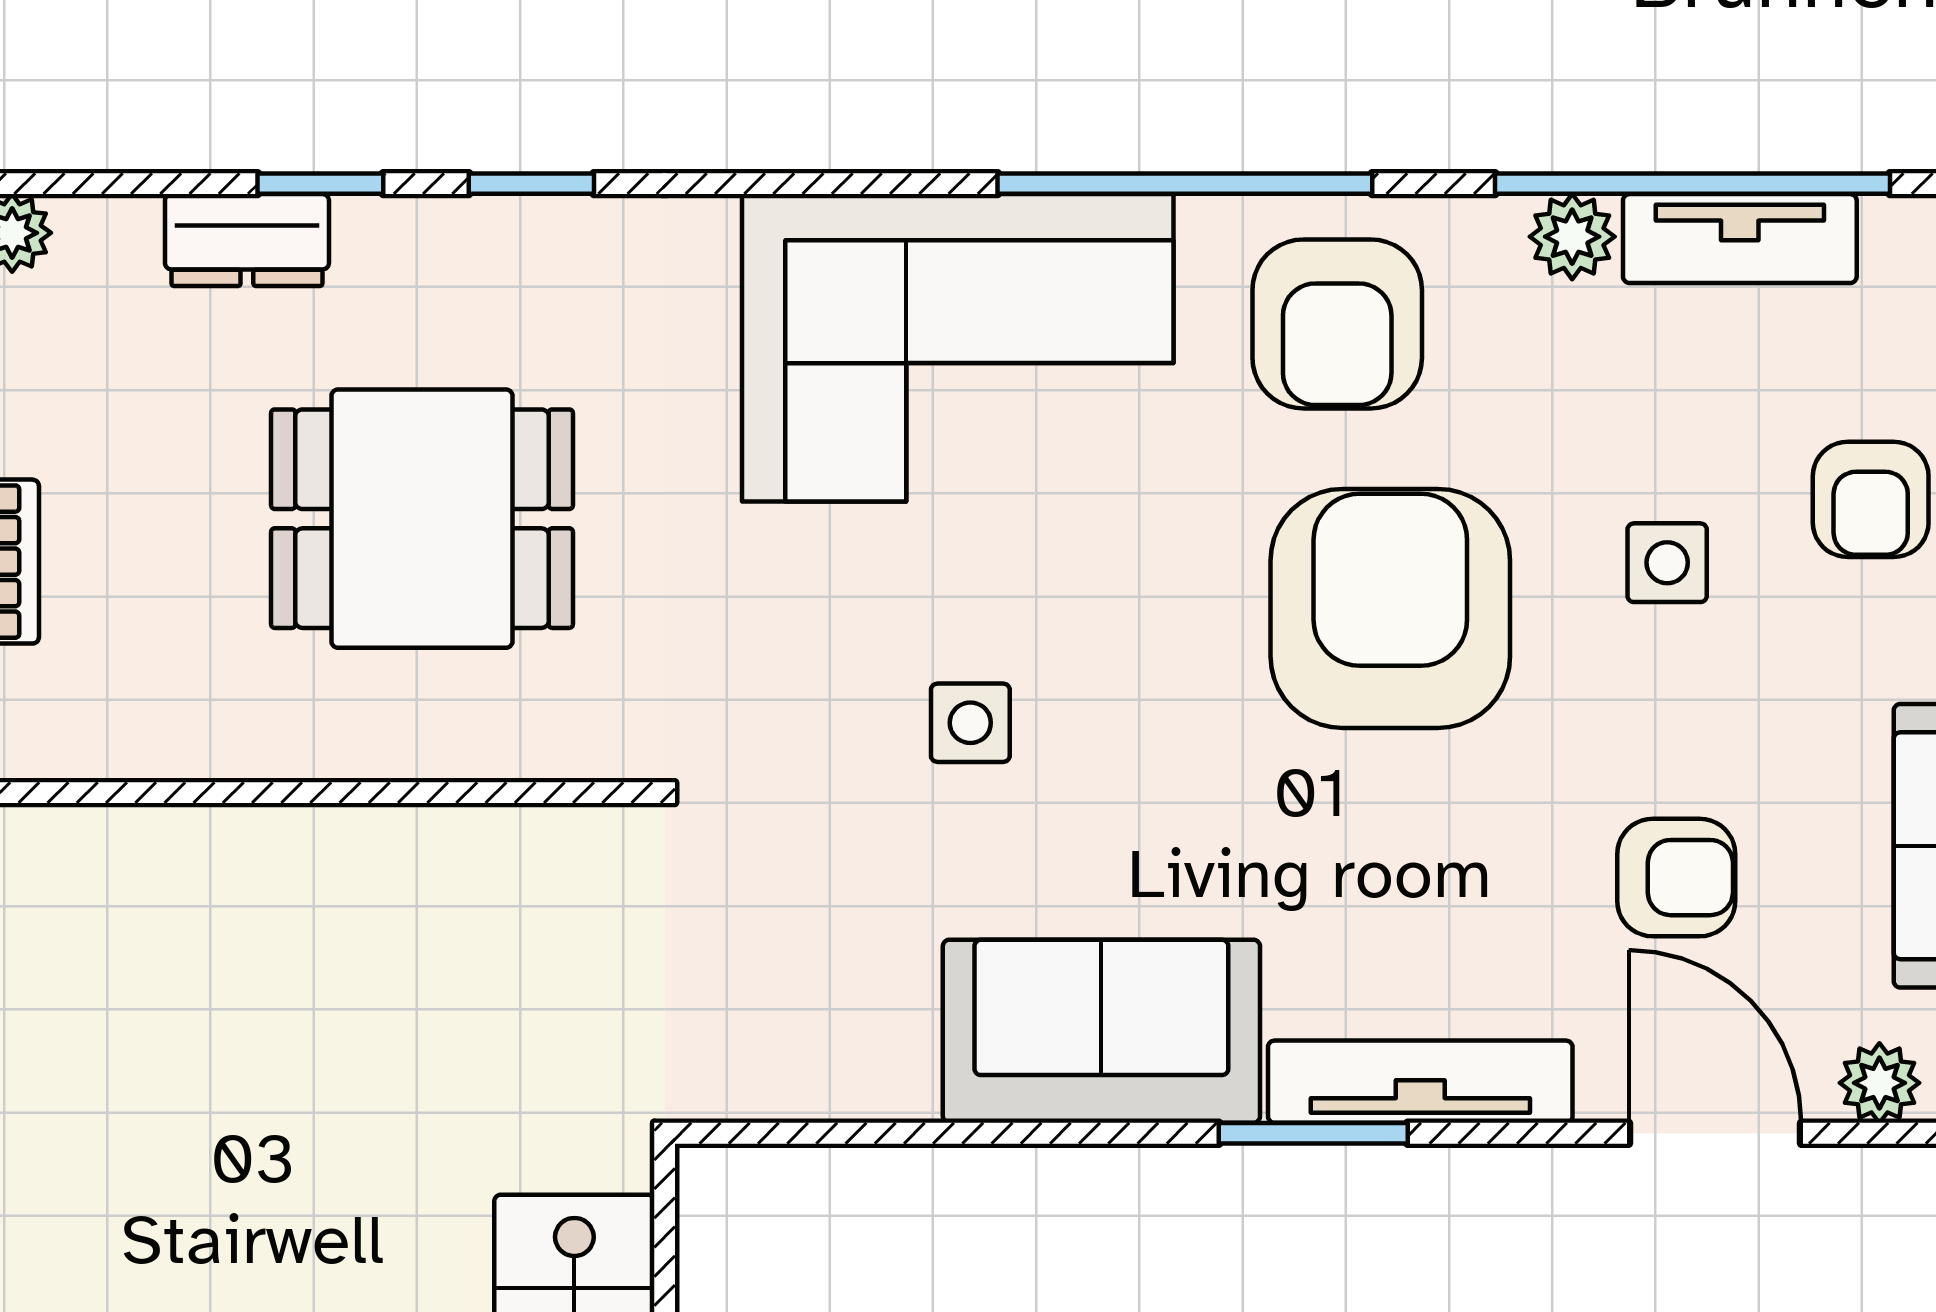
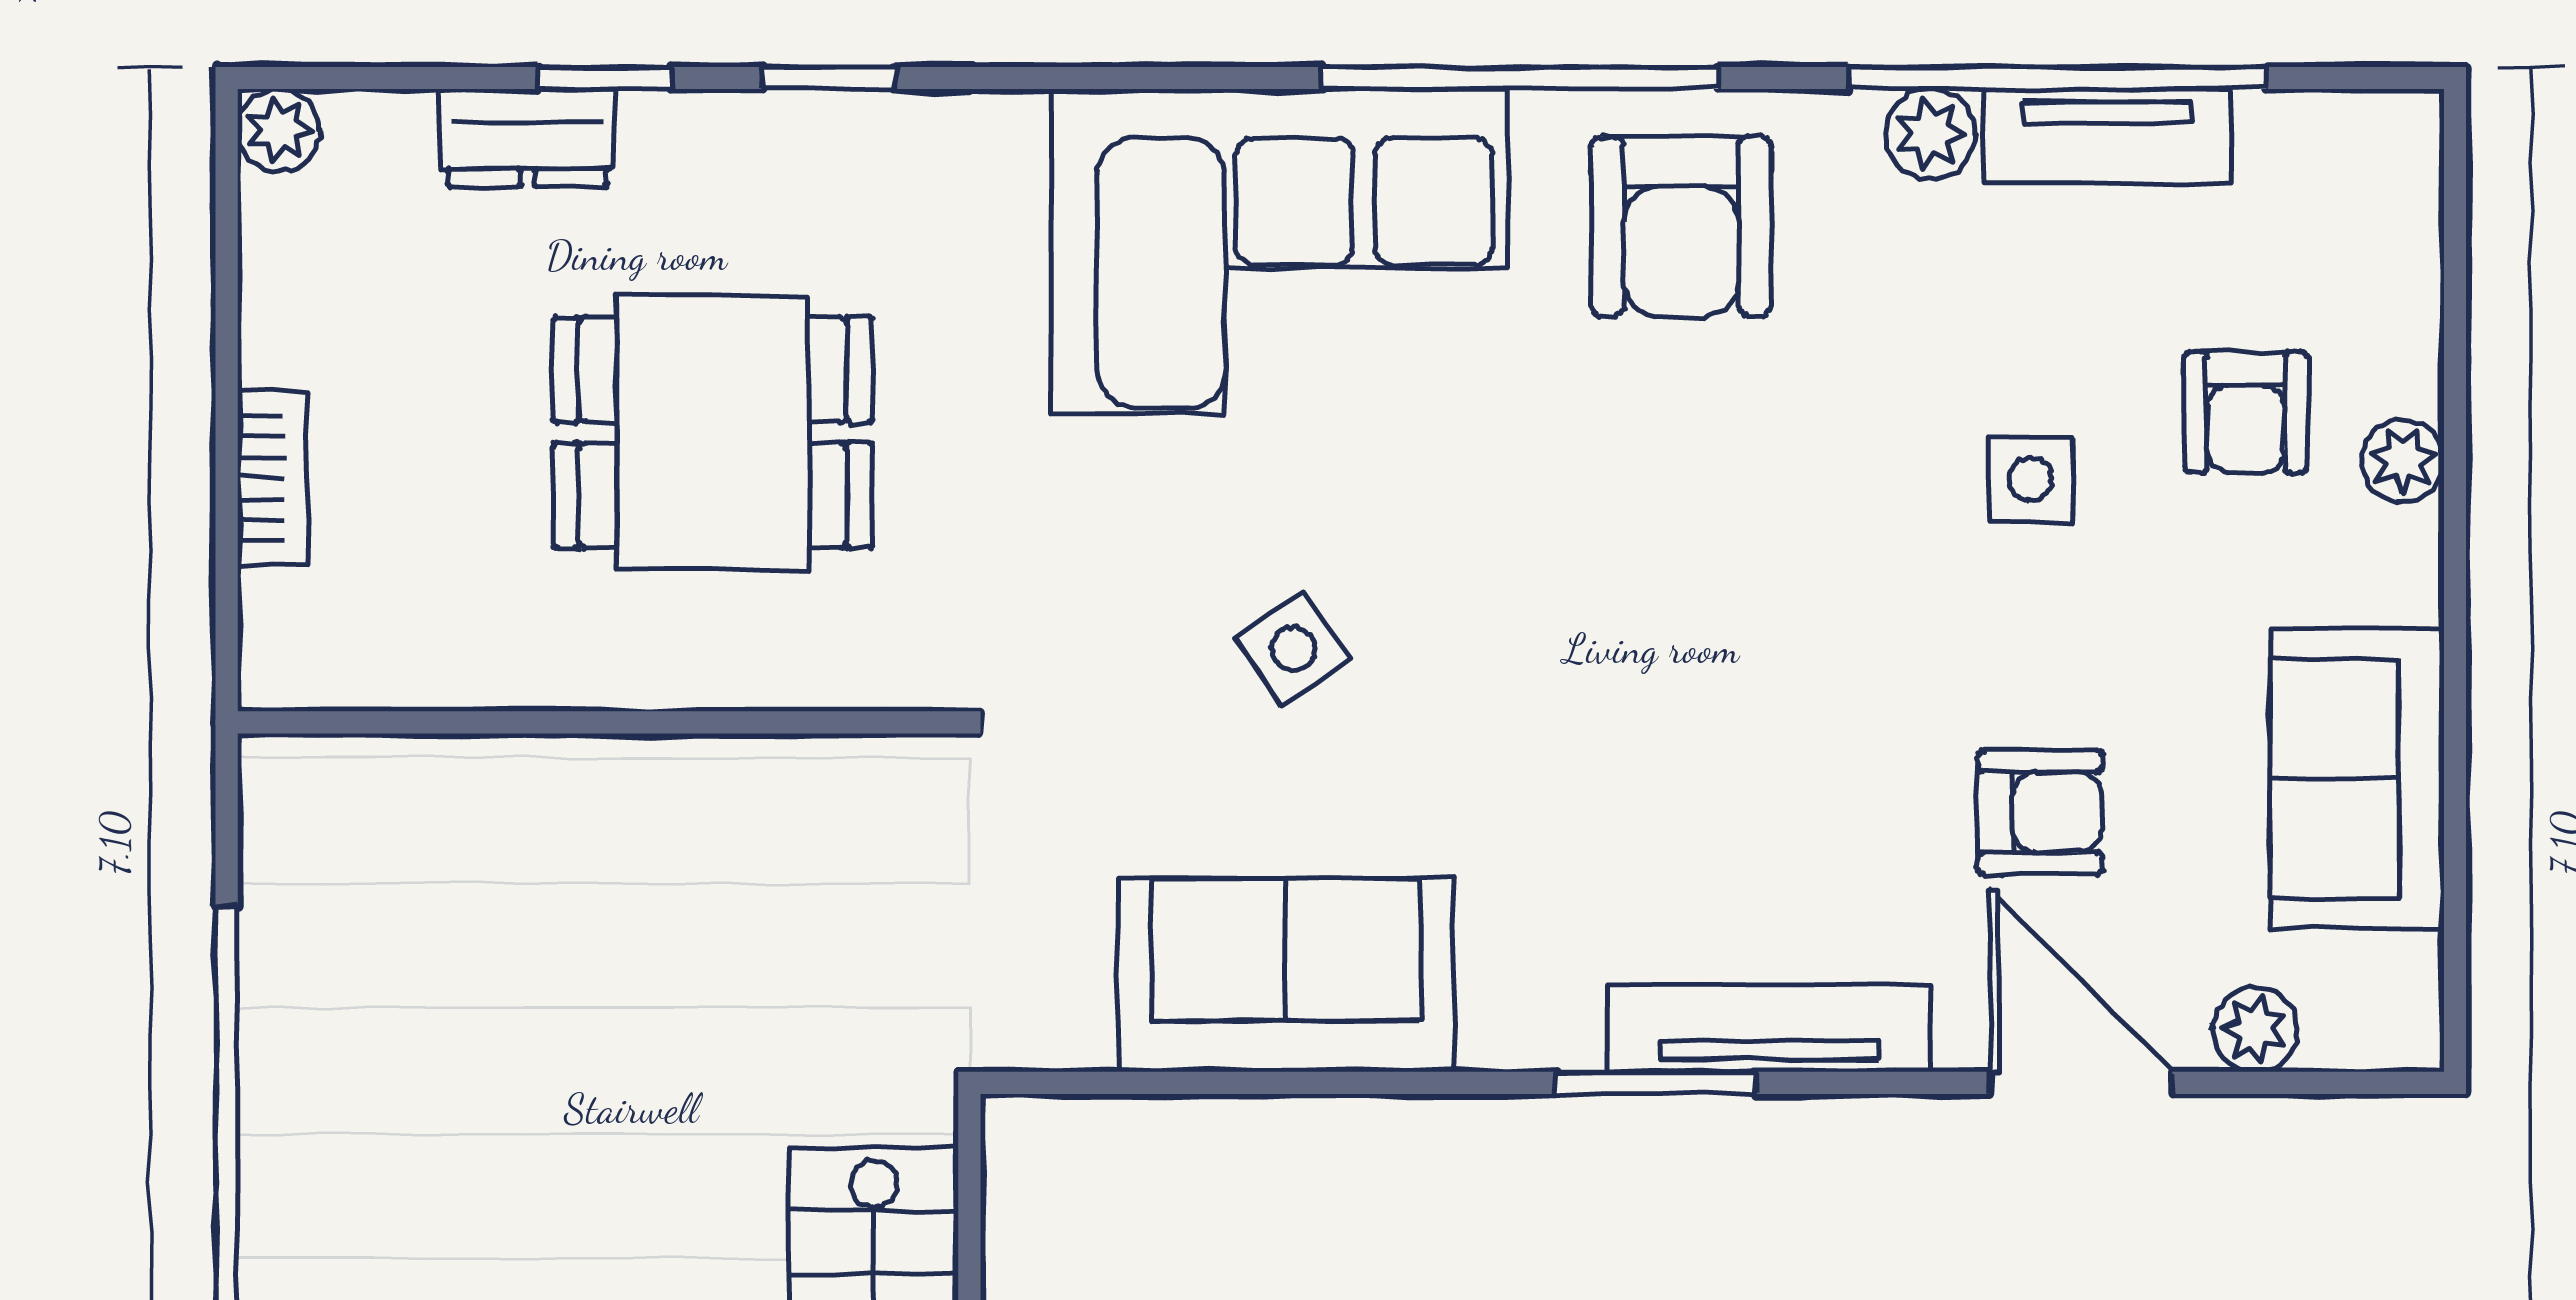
armchair: (1390, 608) -> (1737, 528), removed
side table: (970, 723) -> (1293, 648), turned -35
sofa: (1101, 1031) -> (1286, 975), moved

